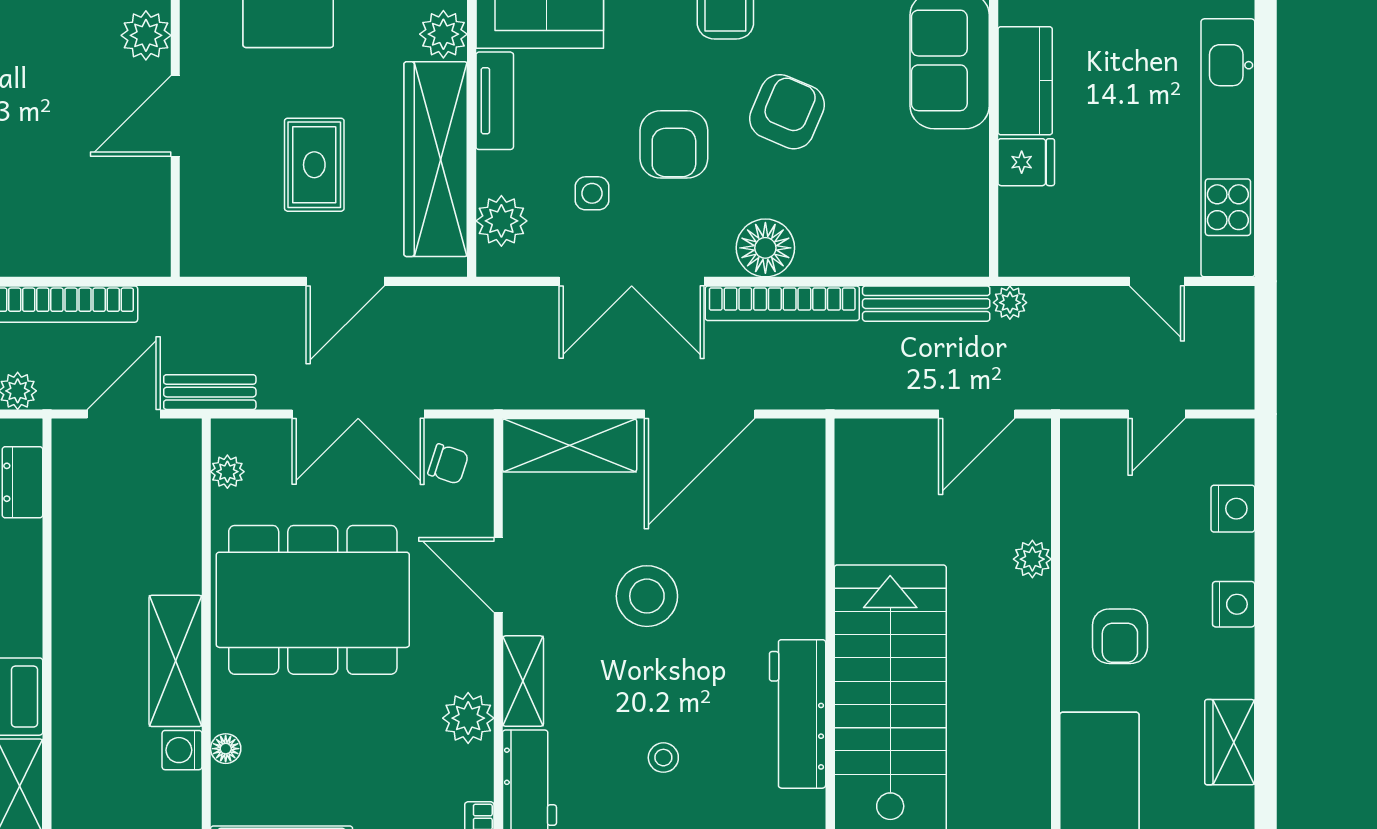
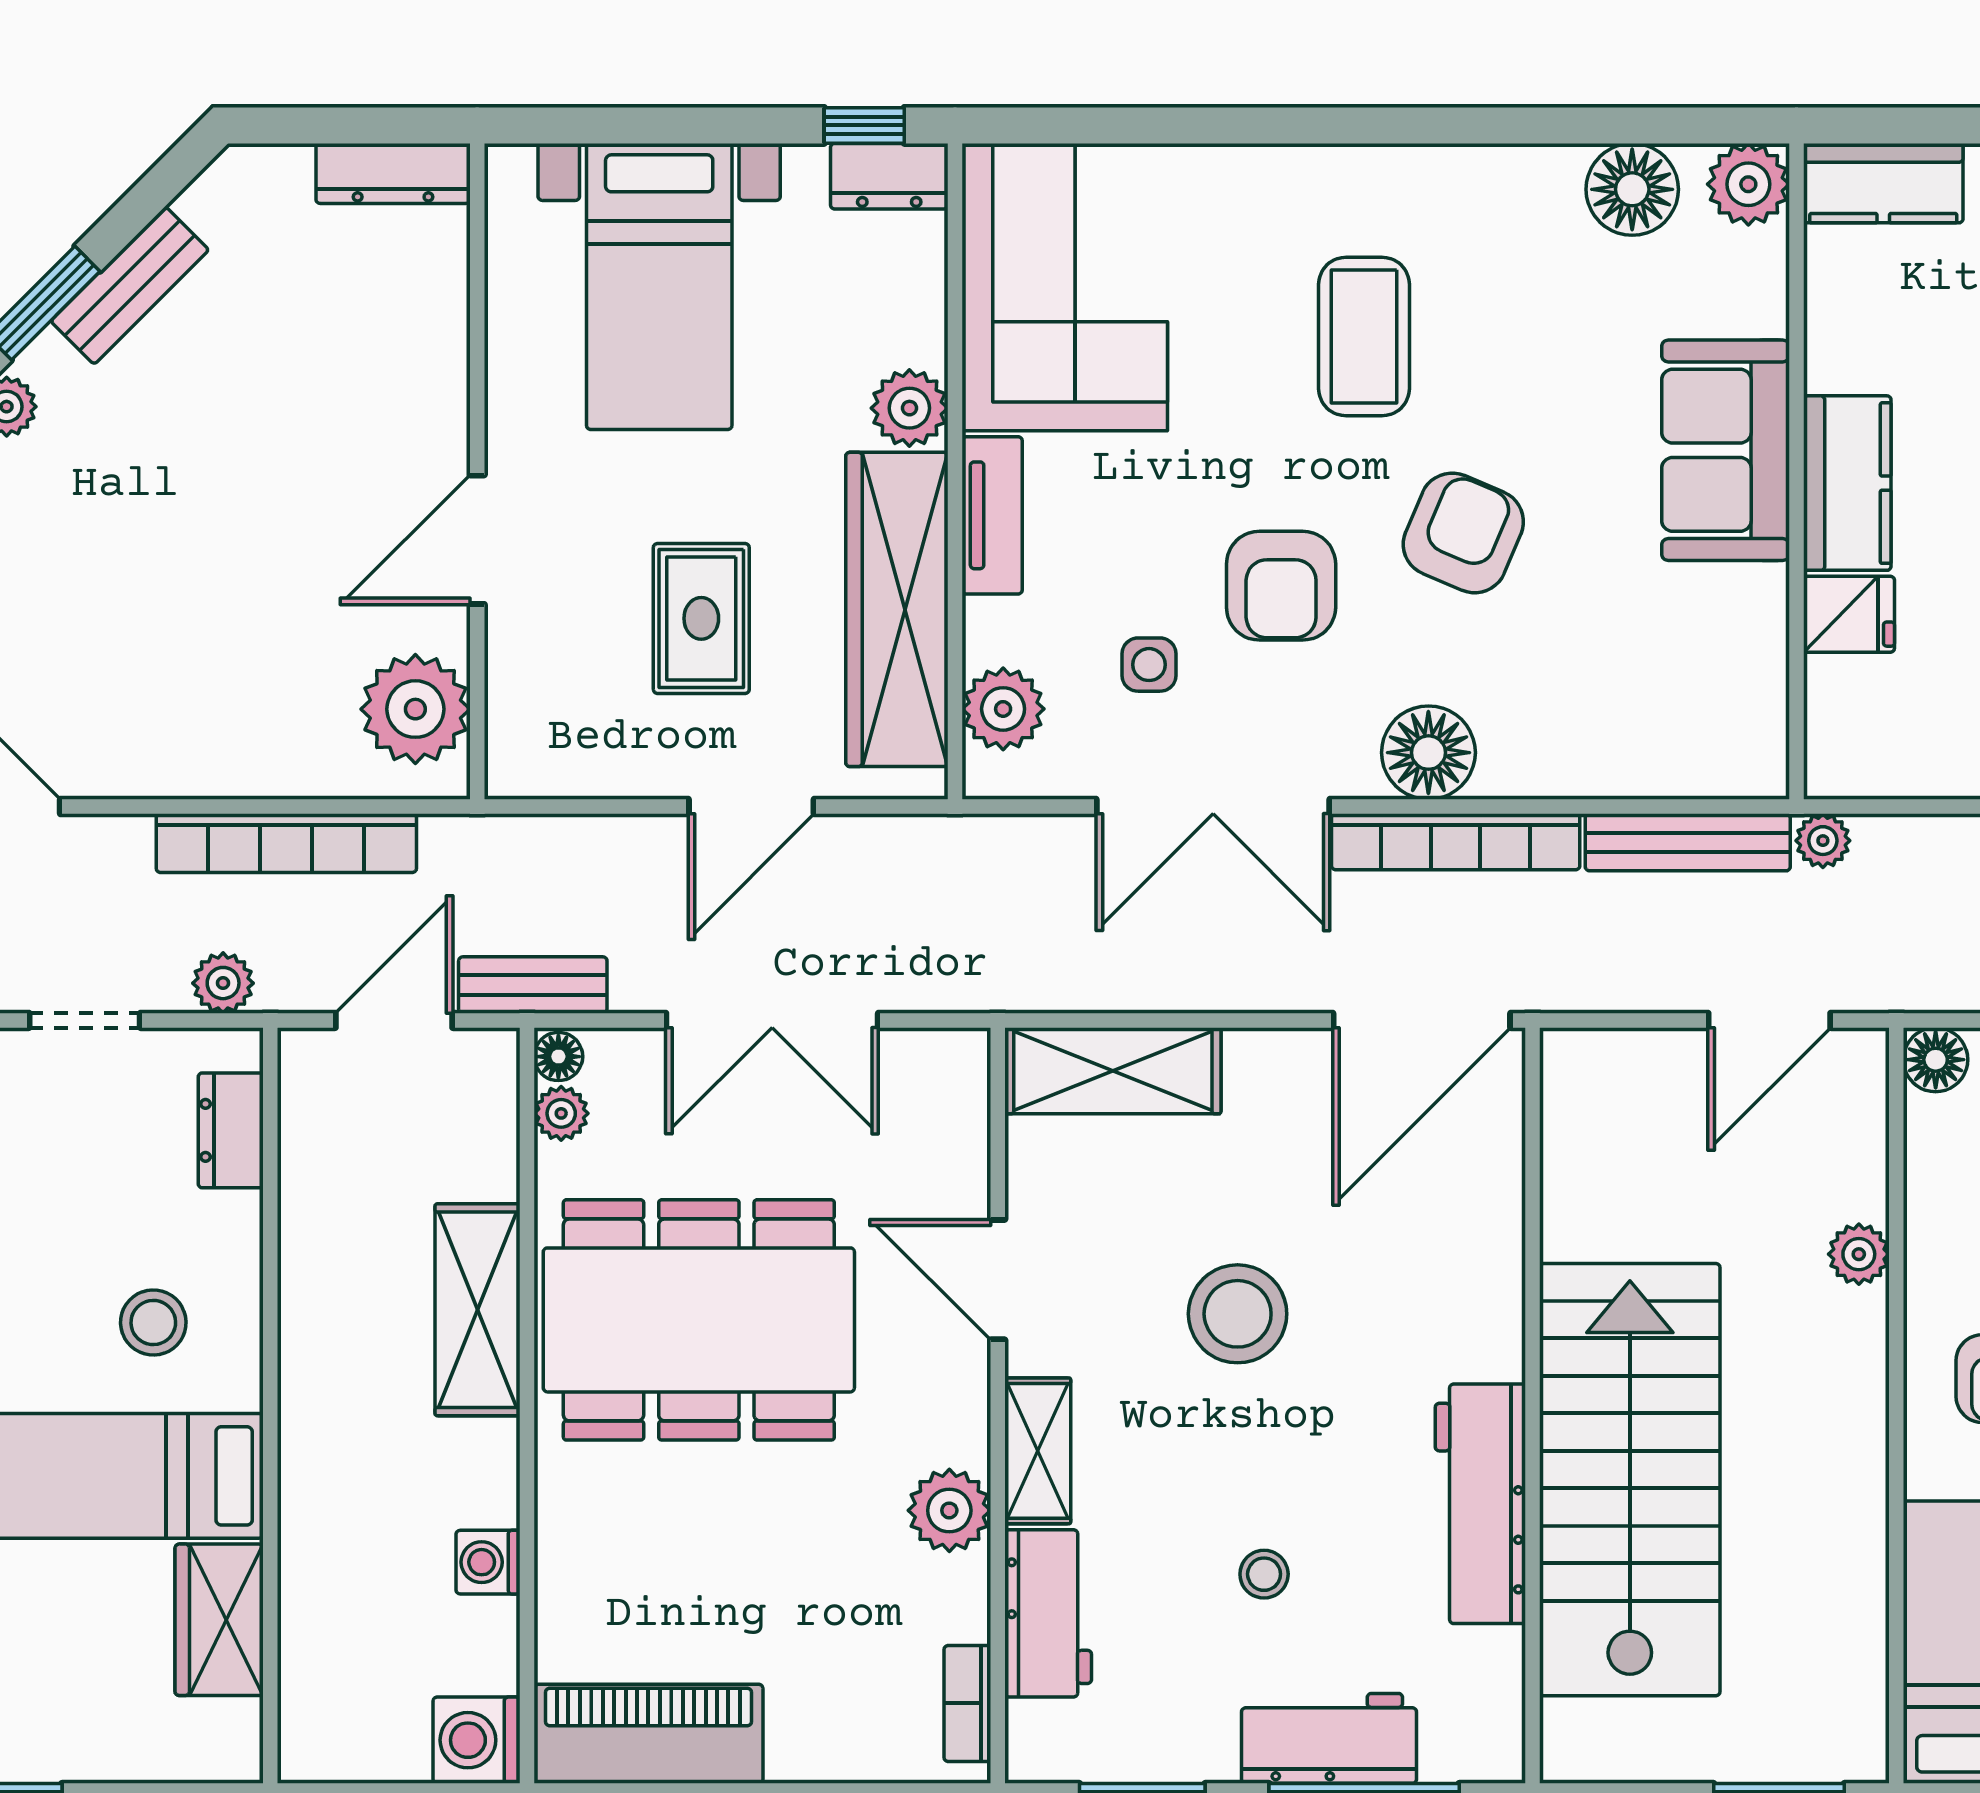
plant: (146, 35) -> (415, 709), moved, width x1.36, depth x1.36
door: (700, 414) -> (1422, 1020), moved
floor lamp: (1080, 438) -> (1936, 1060), added
chair: (448, 464) -> (917, 1101), removed
shelving: (175, 661) -> (477, 1310), moved
floor lamp: (226, 749) -> (558, 1057), moved

